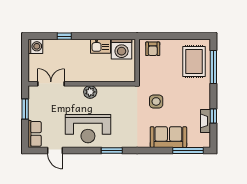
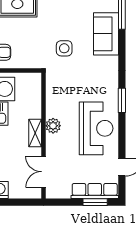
shelving: (84, 77) -> (35, 133), added
window: (25, 109) -> (95, 202), moved
row of seats: (35, 134) -> (95, 191), width x1.48

